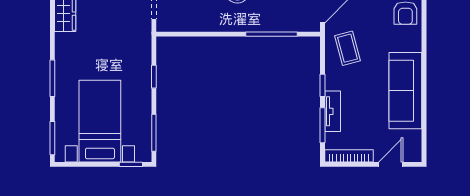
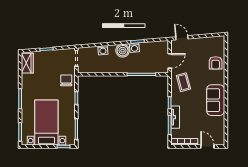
chair: (136, 45) -> (66, 80), added
sofa: (405, 91) -> (216, 100), width x0.73
door: (391, 164) -> (207, 146), hinge flipped

